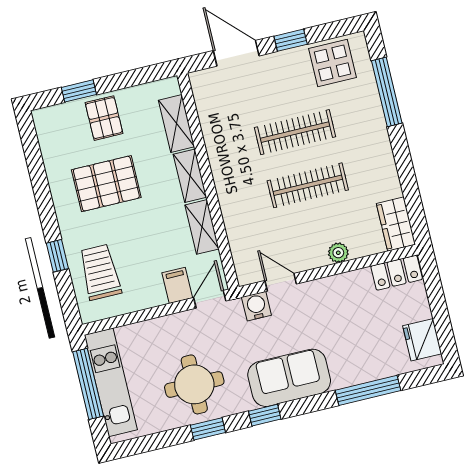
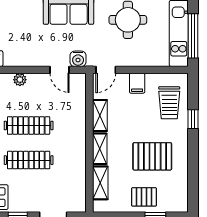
pallet: (104, 118) -> (144, 197), turned 90
filing cabinet: (177, 285) -> (137, 83), moved

